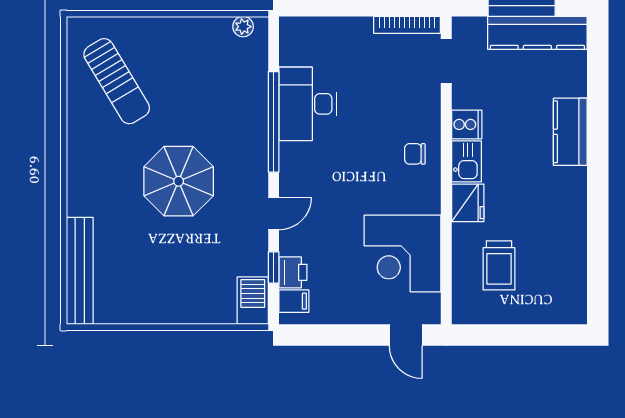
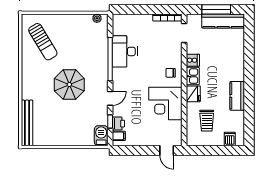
kitchen counter: (570, 132) -> (237, 96), moved
corner desk: (403, 254) -> (165, 104), moved
dishwasher: (553, 308) -> (230, 139), added

